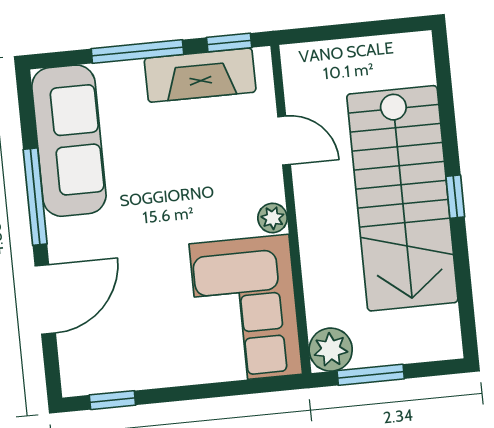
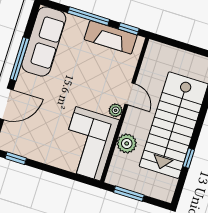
door: (284, 141) -> (130, 94), moved
window: (455, 197) -> (189, 158), moved
plant: (331, 350) -> (127, 143), moved

